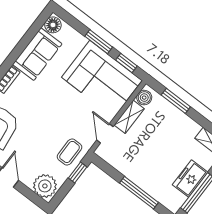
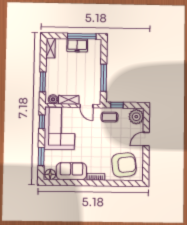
window: (99, 42) -> (41, 156), moved
door: (105, 133) -> (86, 106), hinge flipped
window: (139, 193) -> (104, 78), moved

